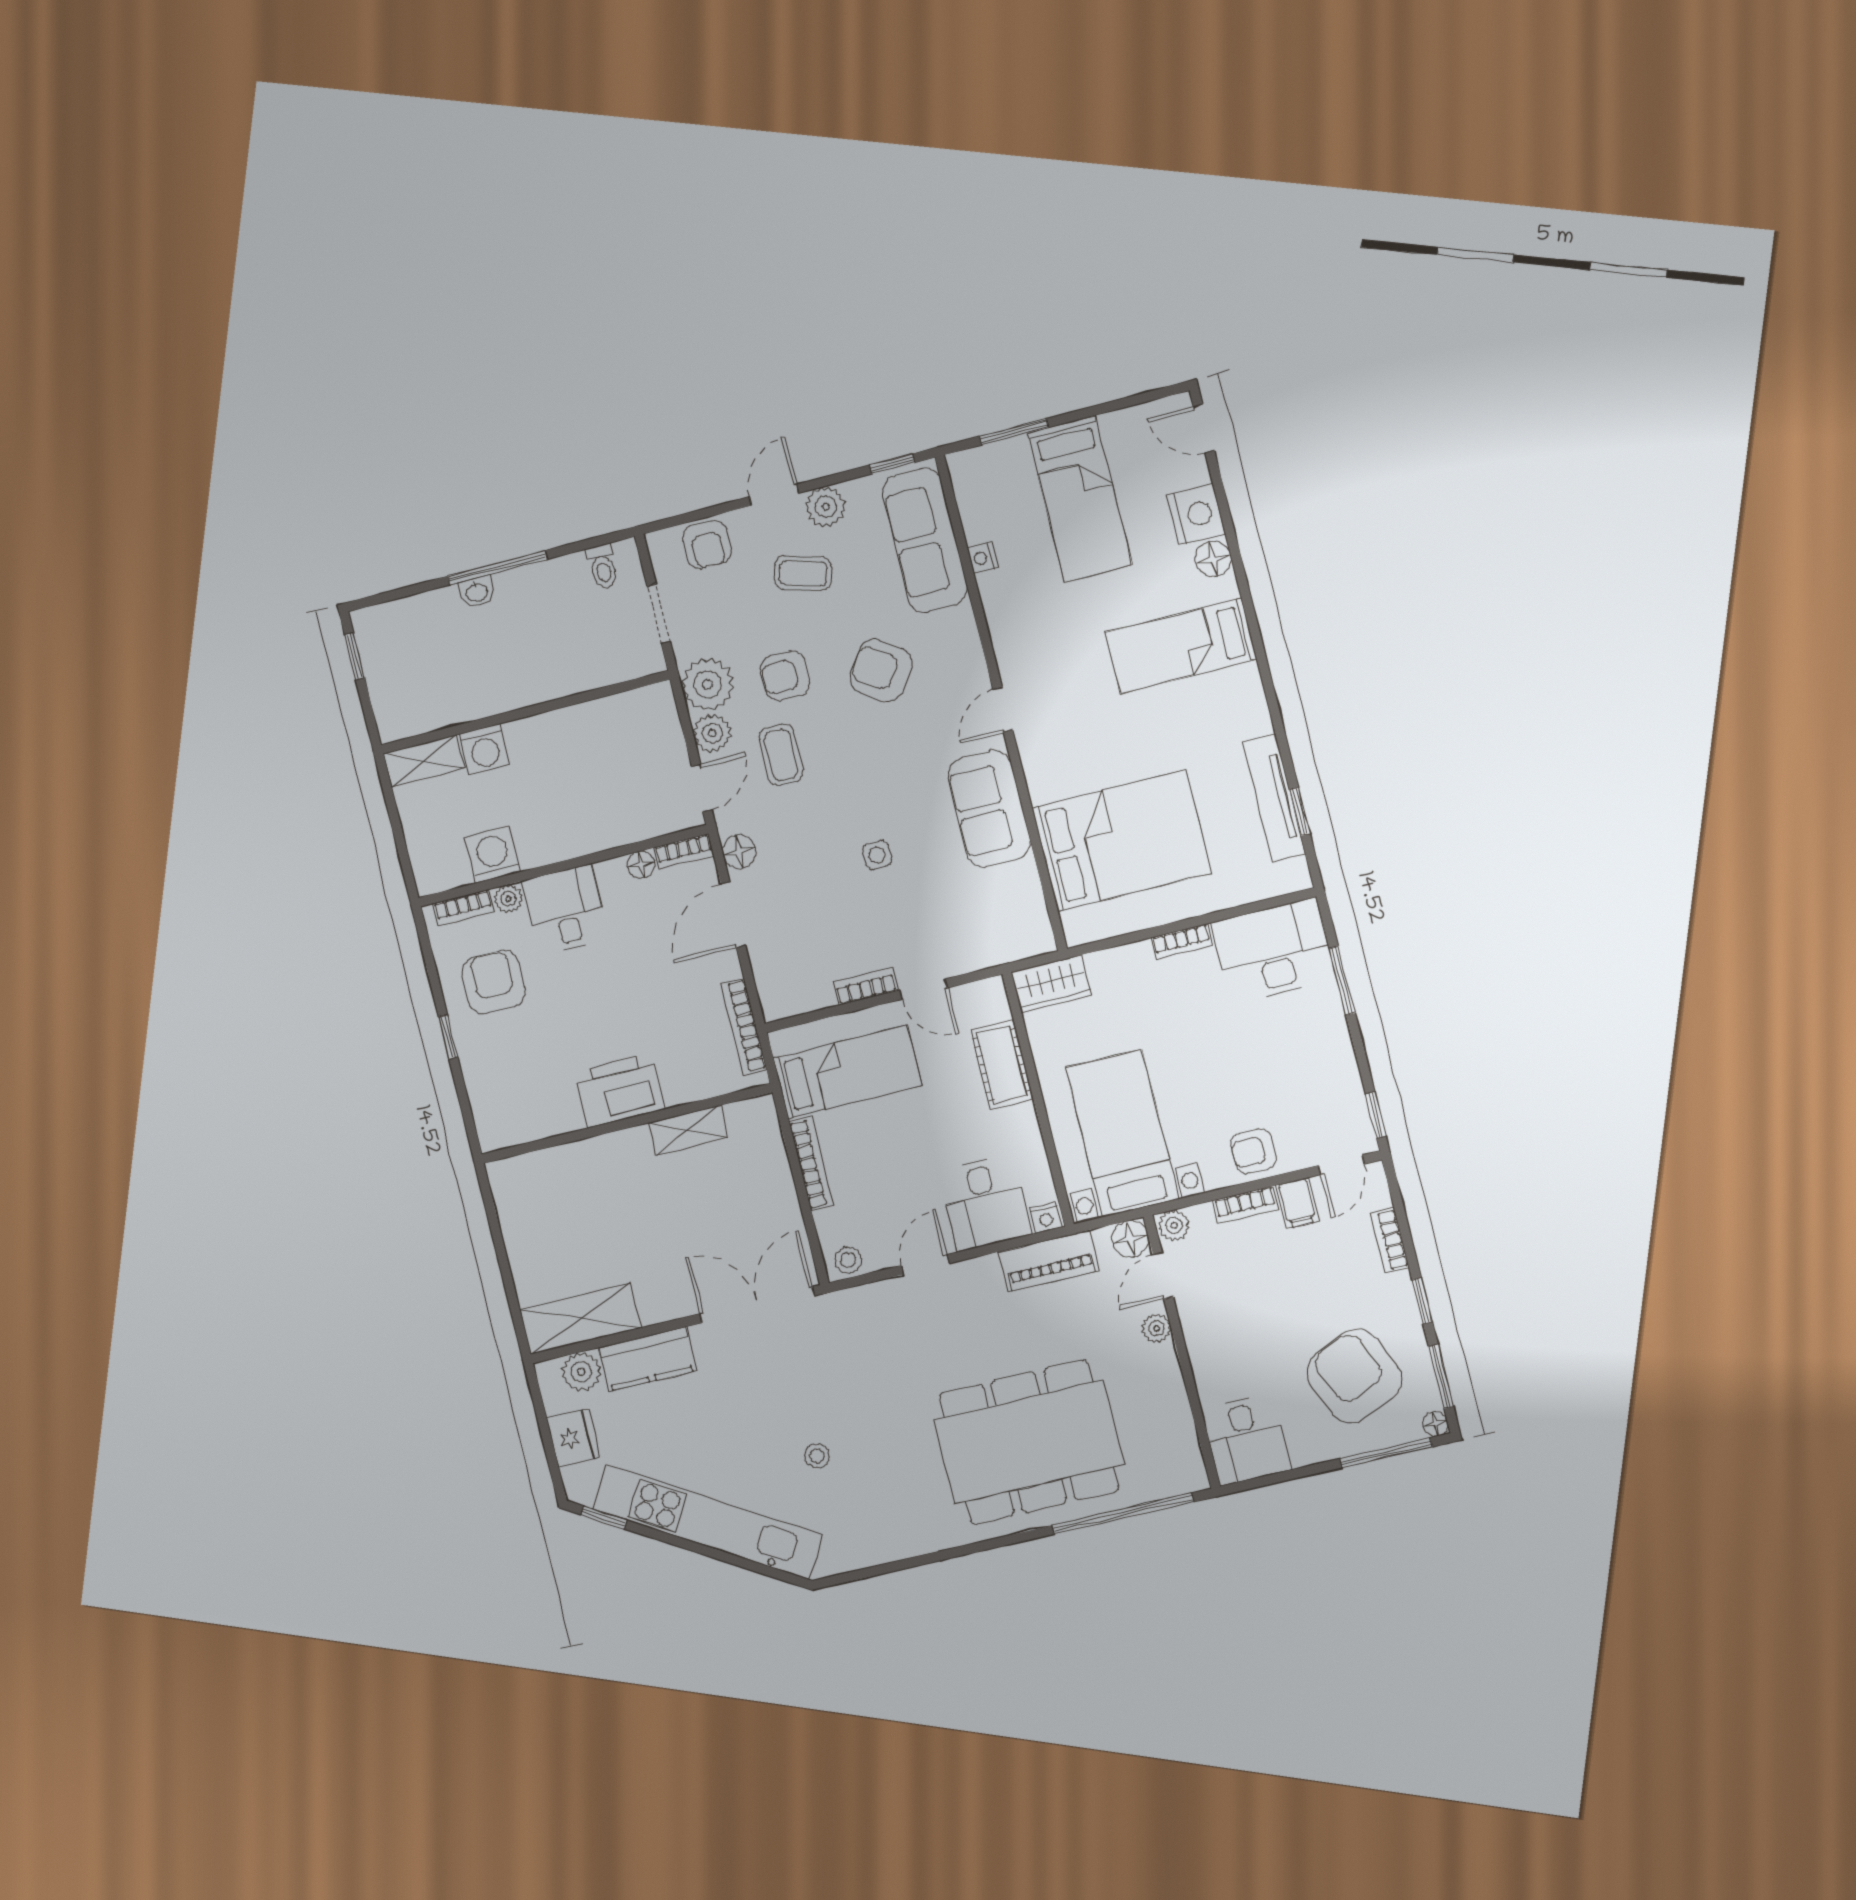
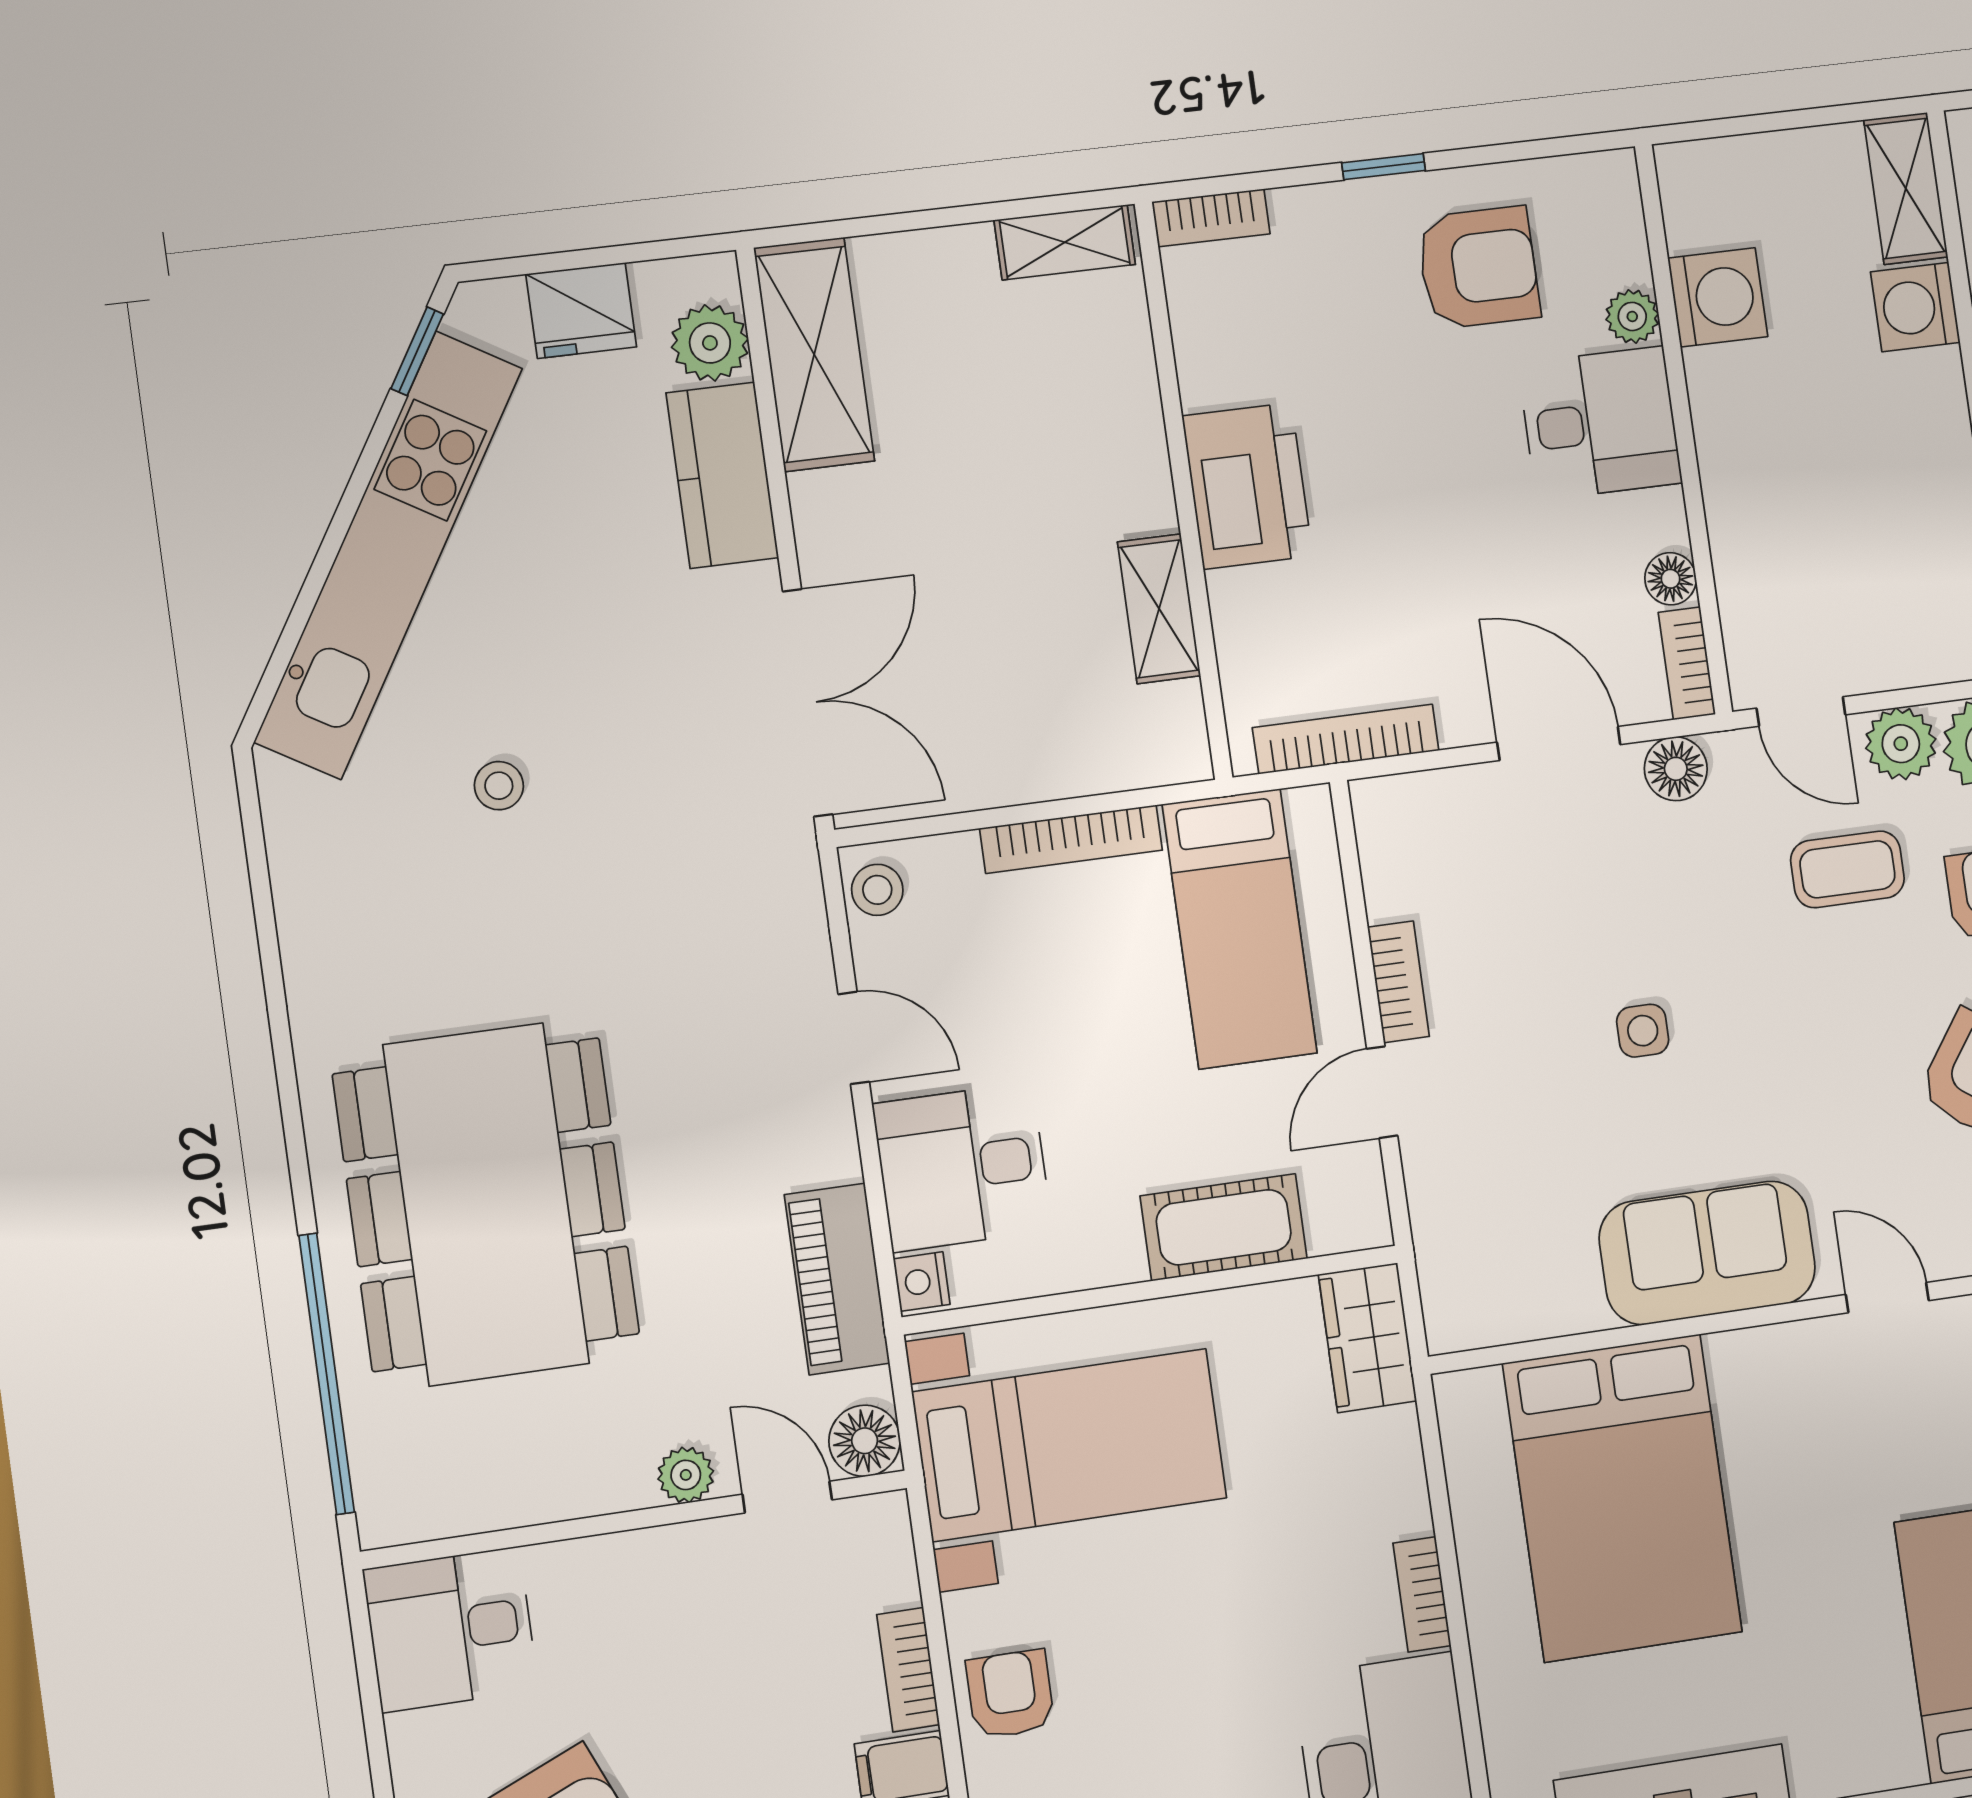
bookcase: (463, 908) -> (1211, 218), moved, turned -90
shelving: (508, 1197) -> (1065, 242), added
plant: (1174, 1225) -> (882, 1528), removed

